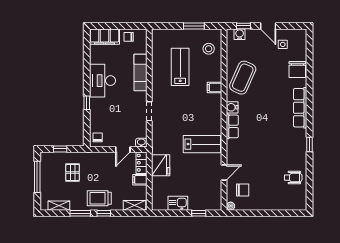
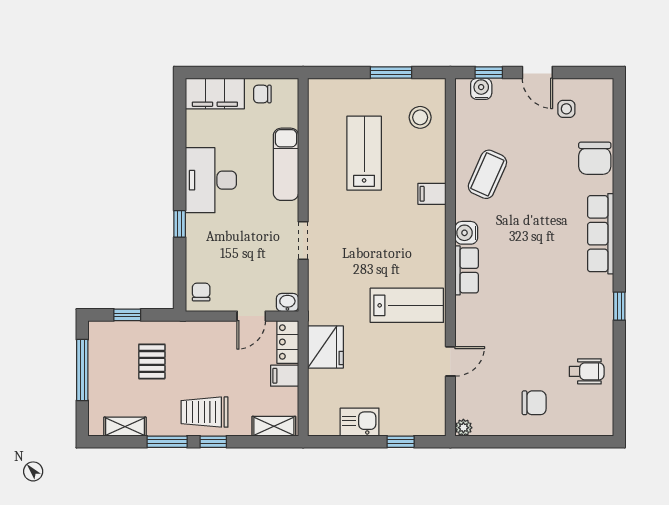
coffee table: (243, 78) -> (487, 174), width x0.73, depth x0.76
chair: (243, 190) -> (534, 403), moved

